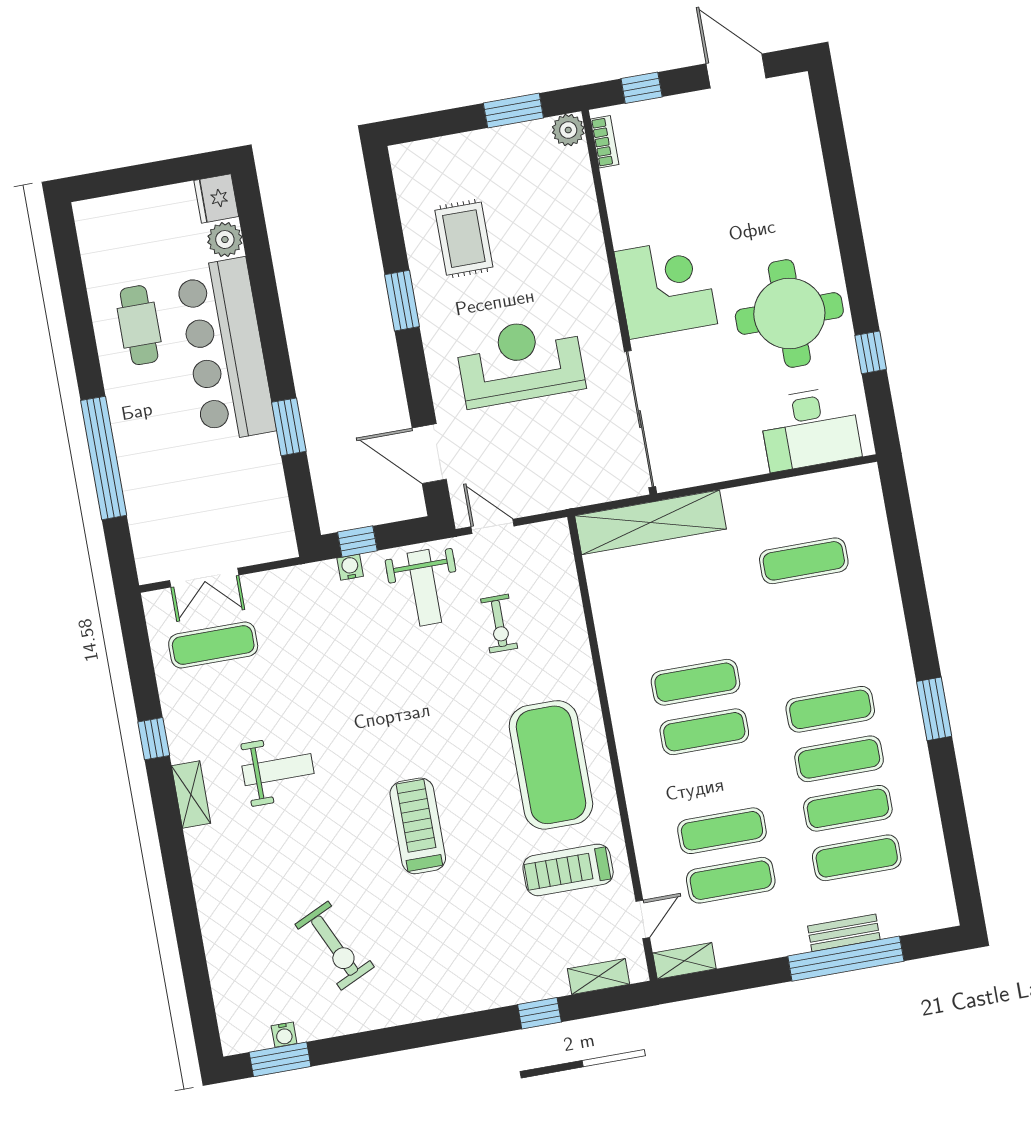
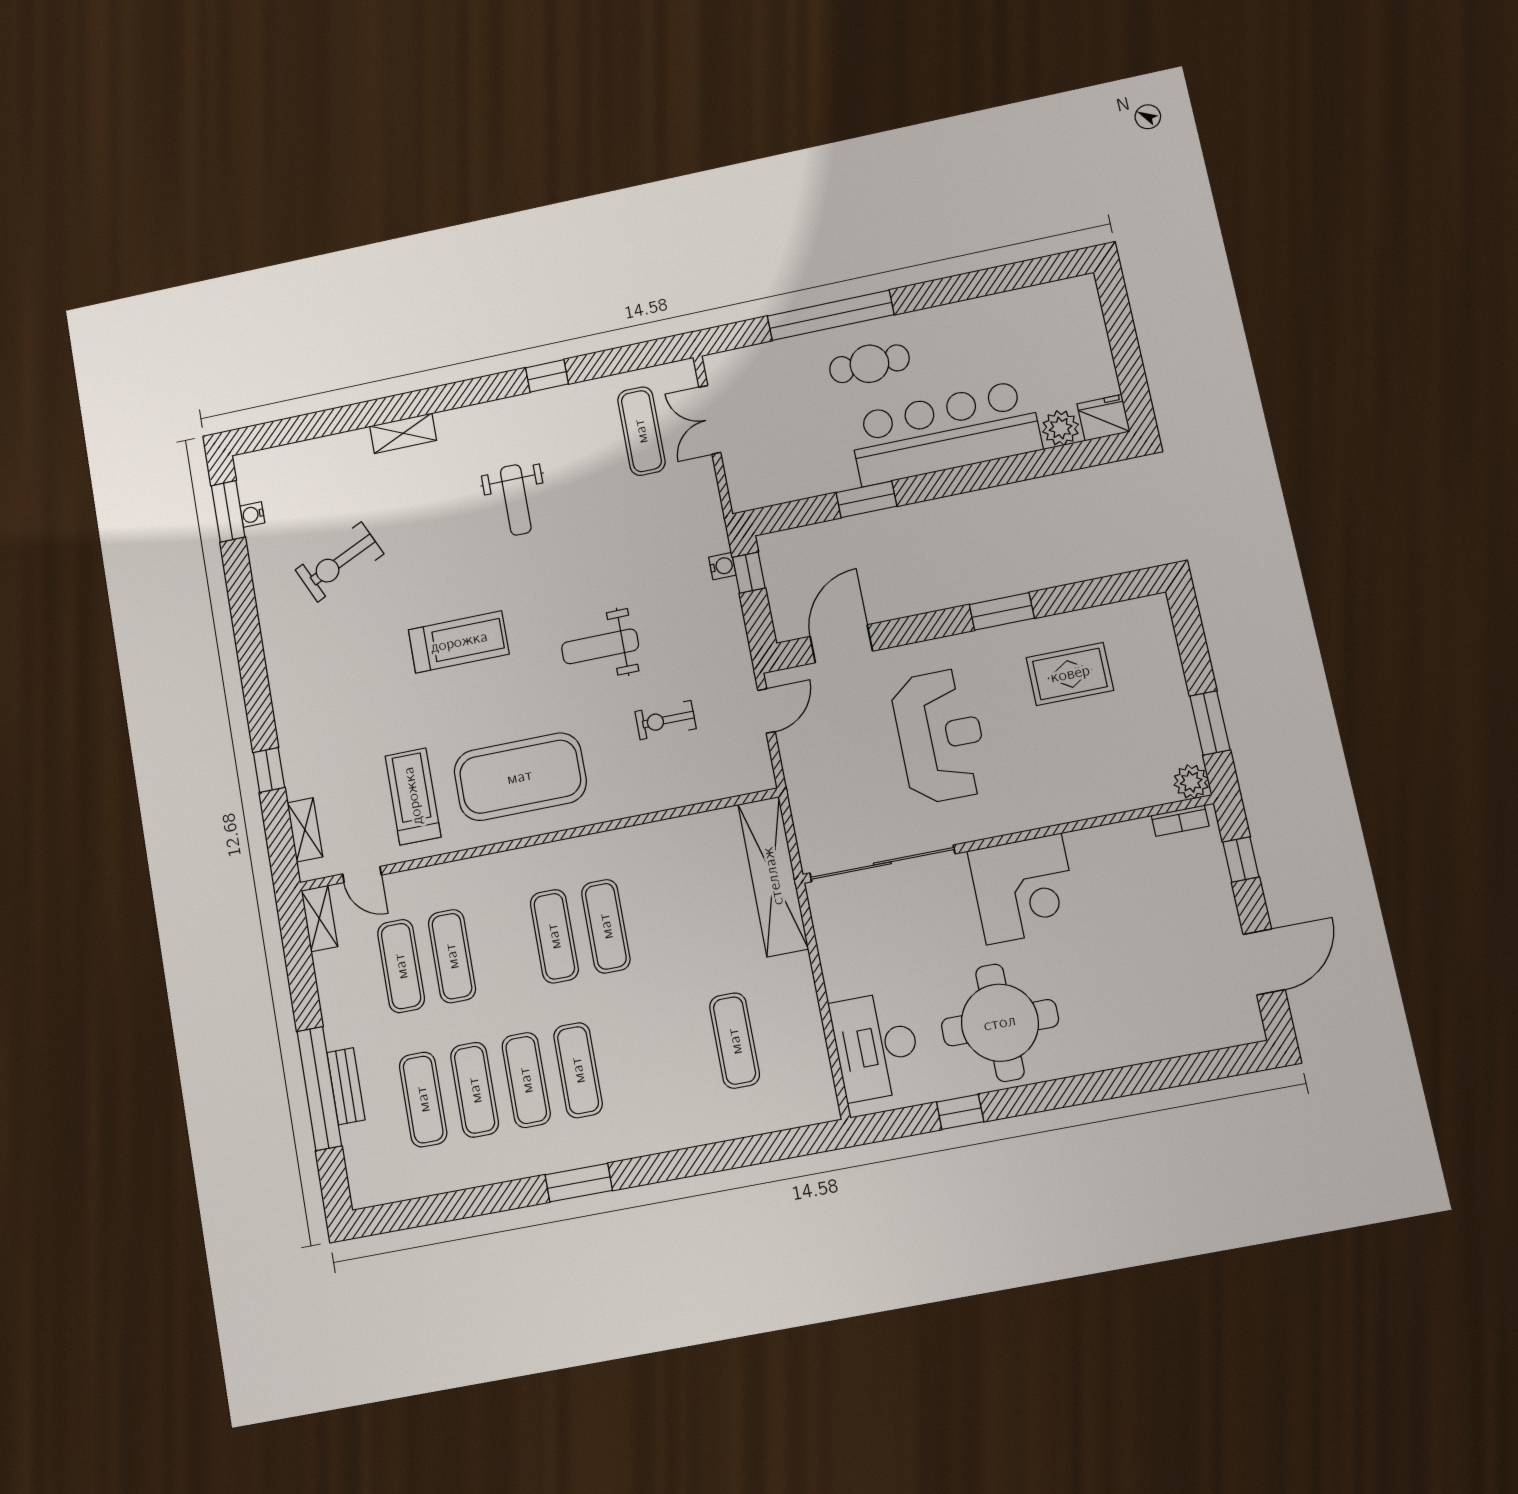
cafe table: (139, 325) -> (869, 364), moved
weight bench: (424, 588) -> (600, 646), moved
shelving: (191, 795) -> (403, 433), moved

